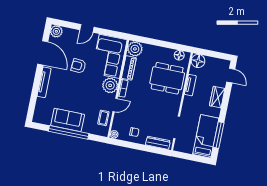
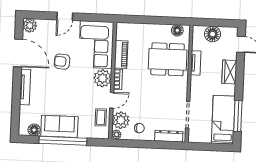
plant: (135, 49) -> (121, 120), moved
floor lamp: (198, 61) -> (213, 34), moved
floor lamp: (46, 119) -> (34, 130), added

